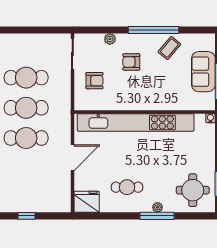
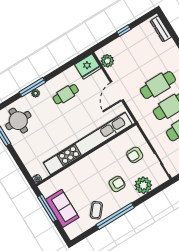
plant: (110, 39) -> (143, 185), width x1.88, depth x1.88
plant: (63, 195) -> (107, 61), added

